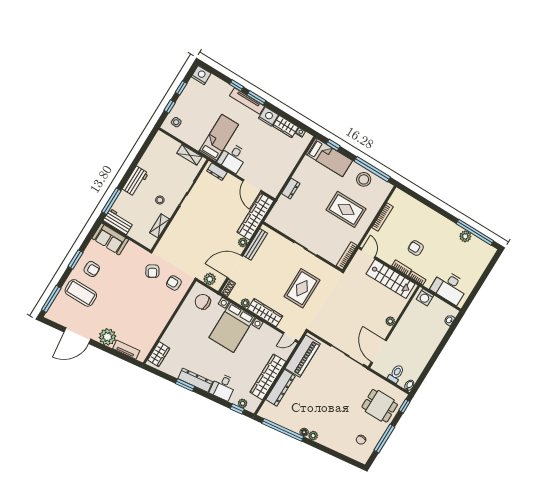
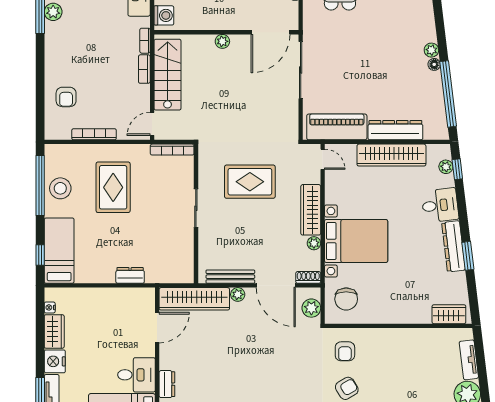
armchair: (416, 248) -> (66, 97), moved

